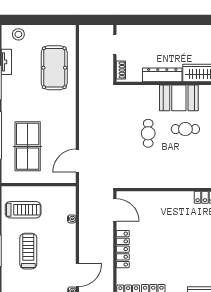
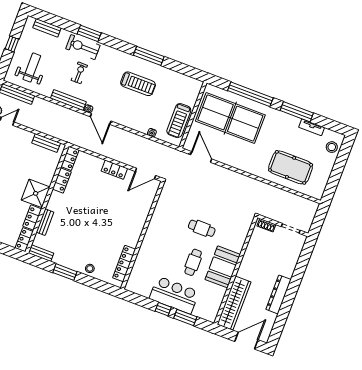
dresser: (162, 75) -> (278, 294), moved, turned 180
table tennis table: (28, 146) -> (230, 118), width x1.36, depth x1.32
treadmill: (23, 210) -> (179, 121), moved
locker: (123, 249) -> (114, 170), width x0.66

